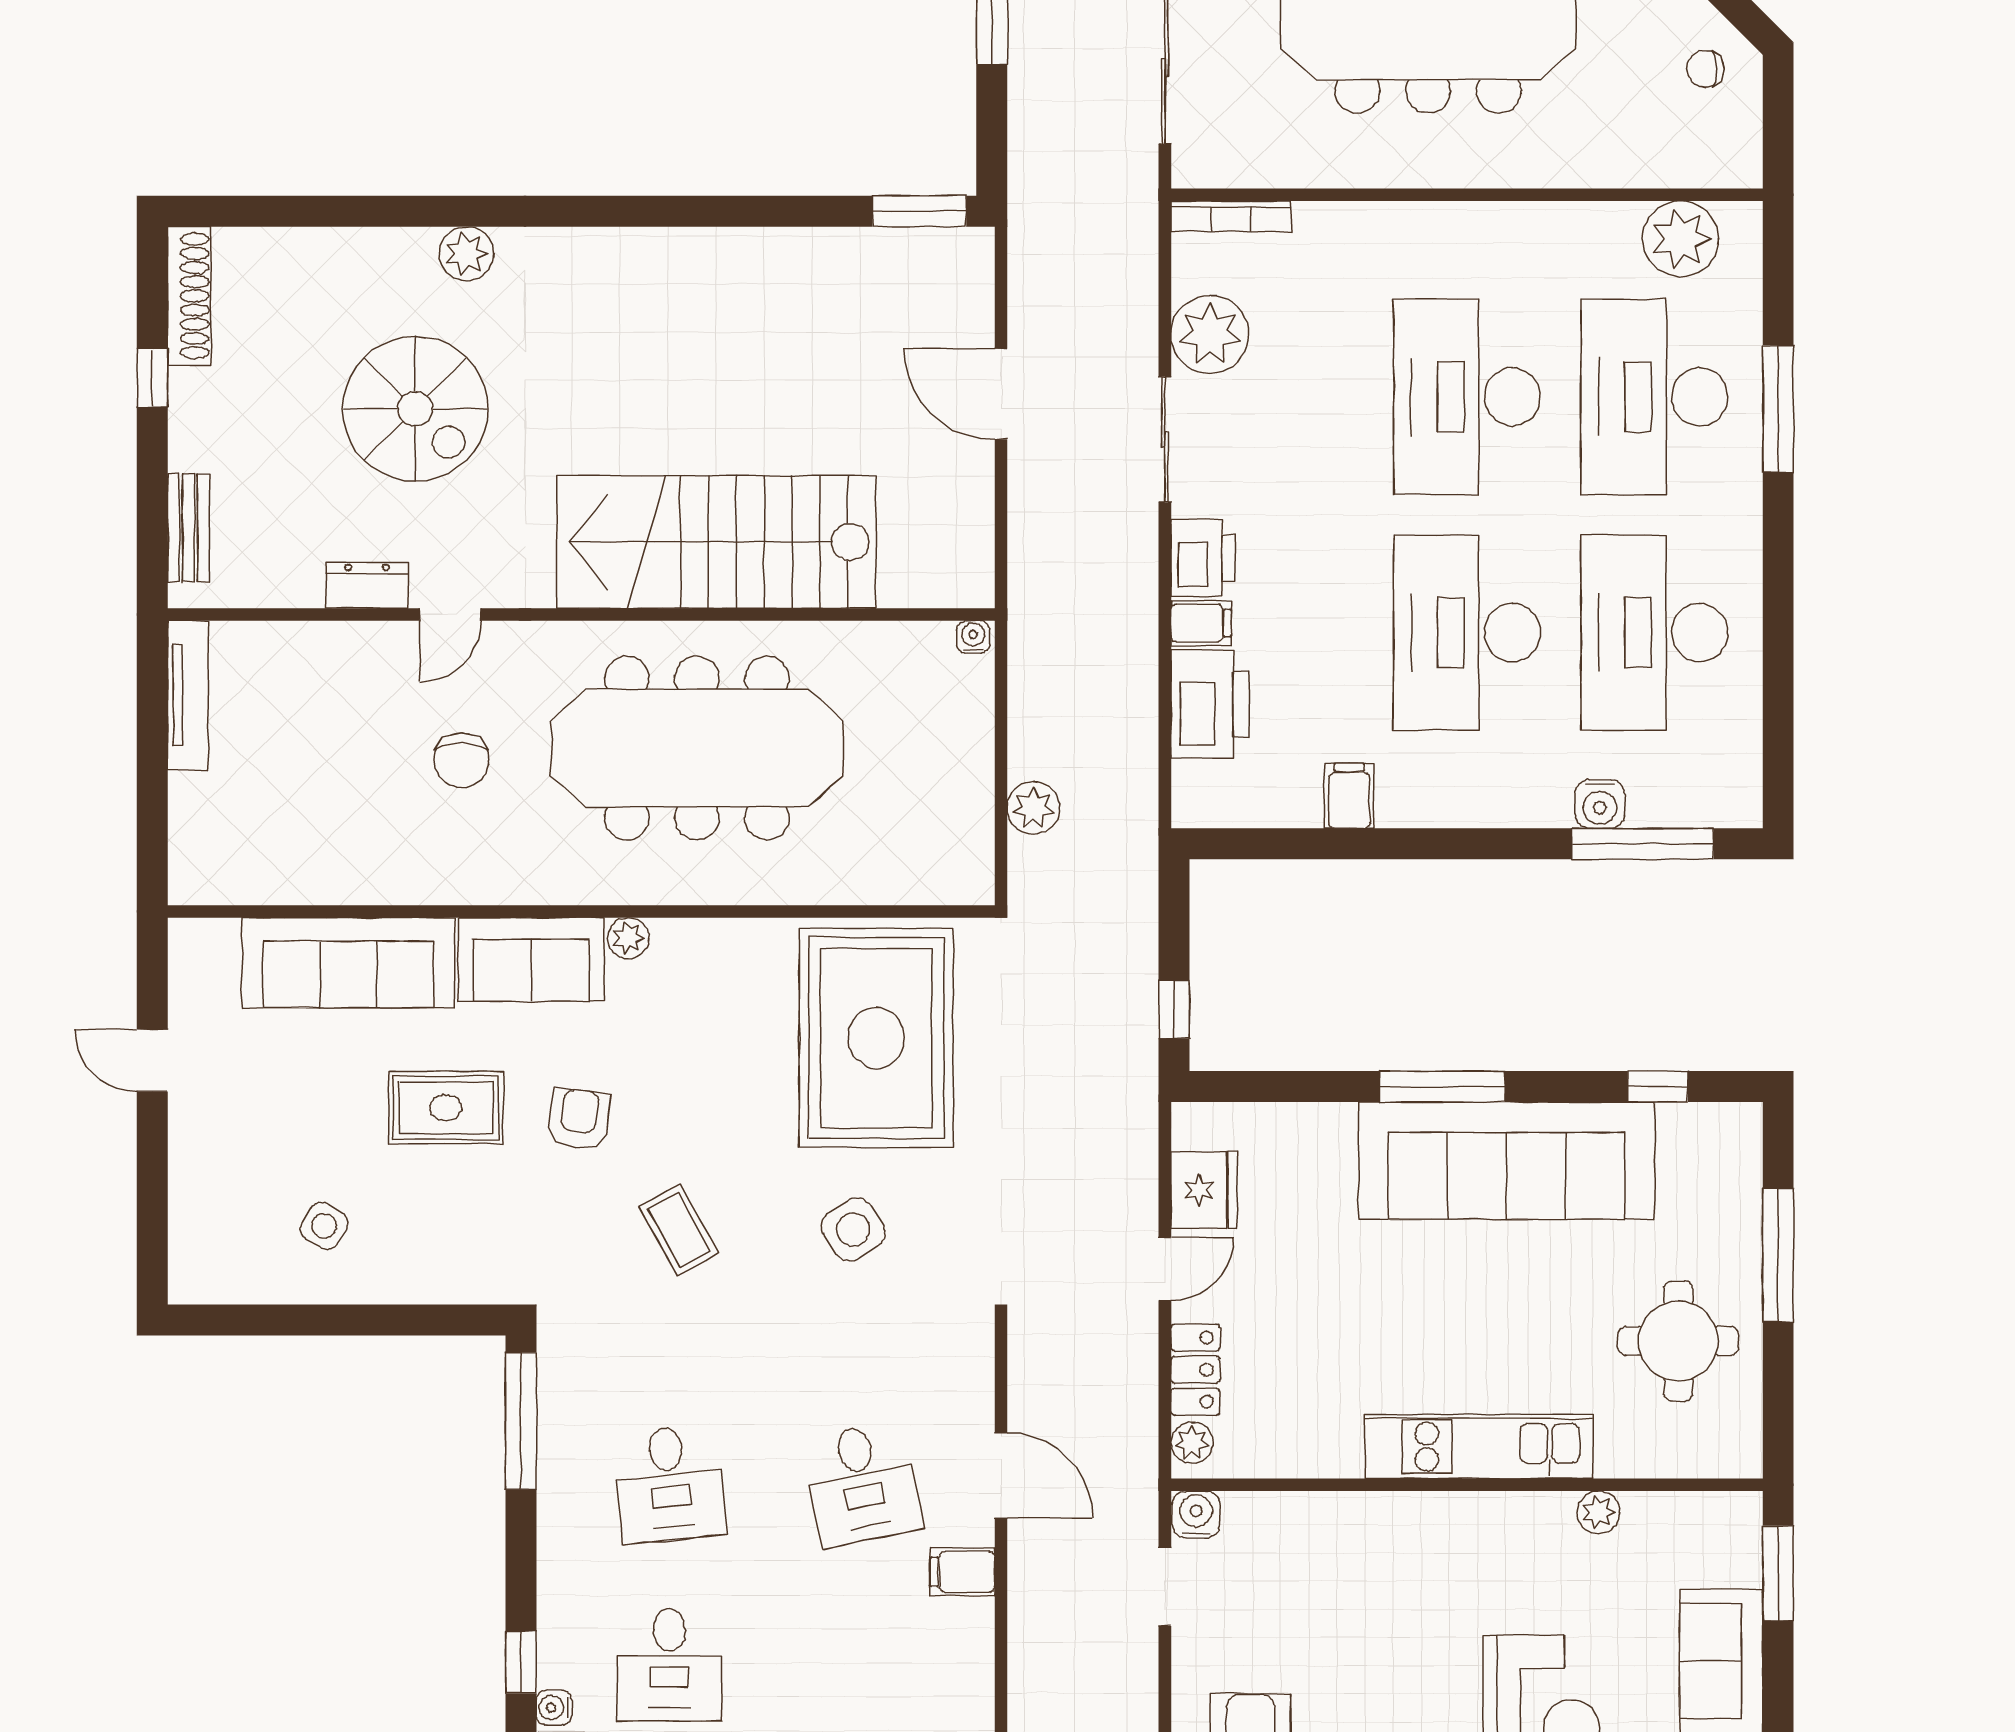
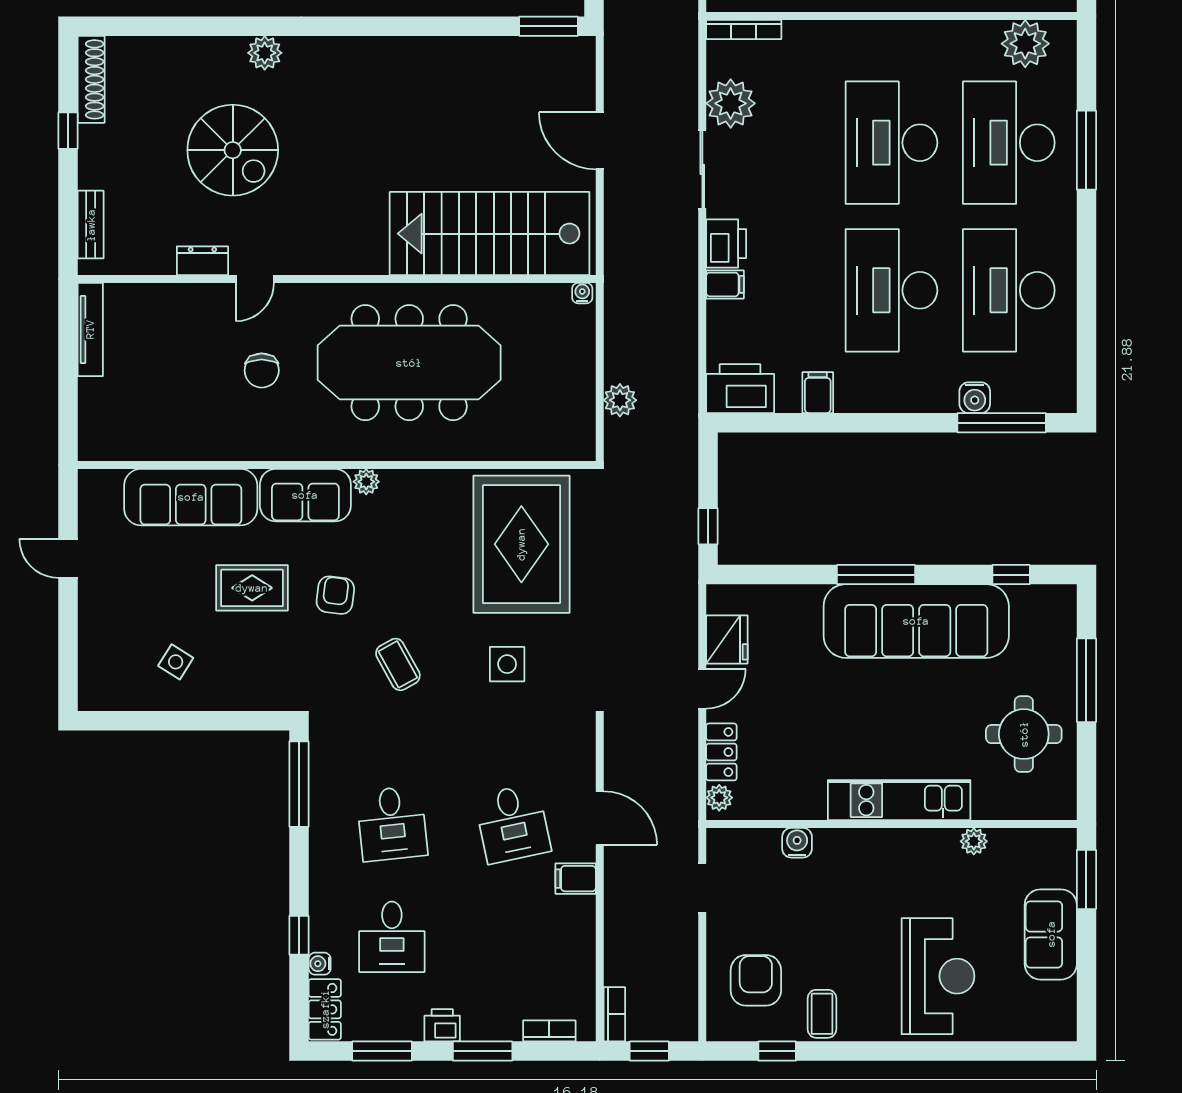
stairs: (716, 542) -> (490, 234), moved
printer: (1210, 704) -> (740, 389), moved, turned -90
side table: (853, 1229) -> (507, 664), turned 33
water cooler: (1196, 1515) -> (797, 843), moved

